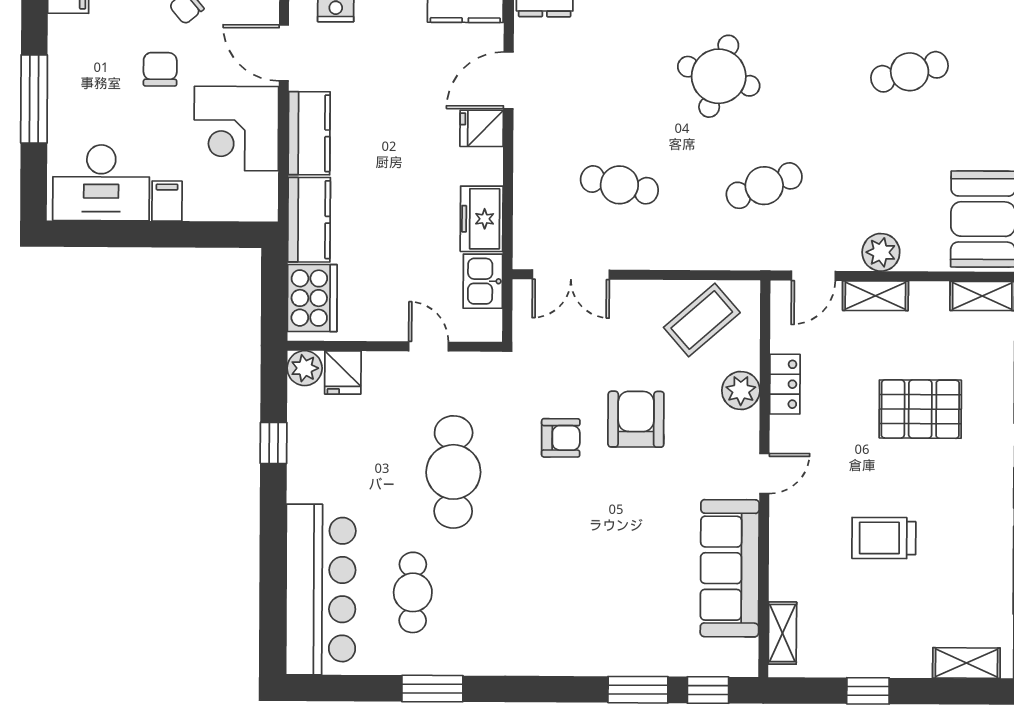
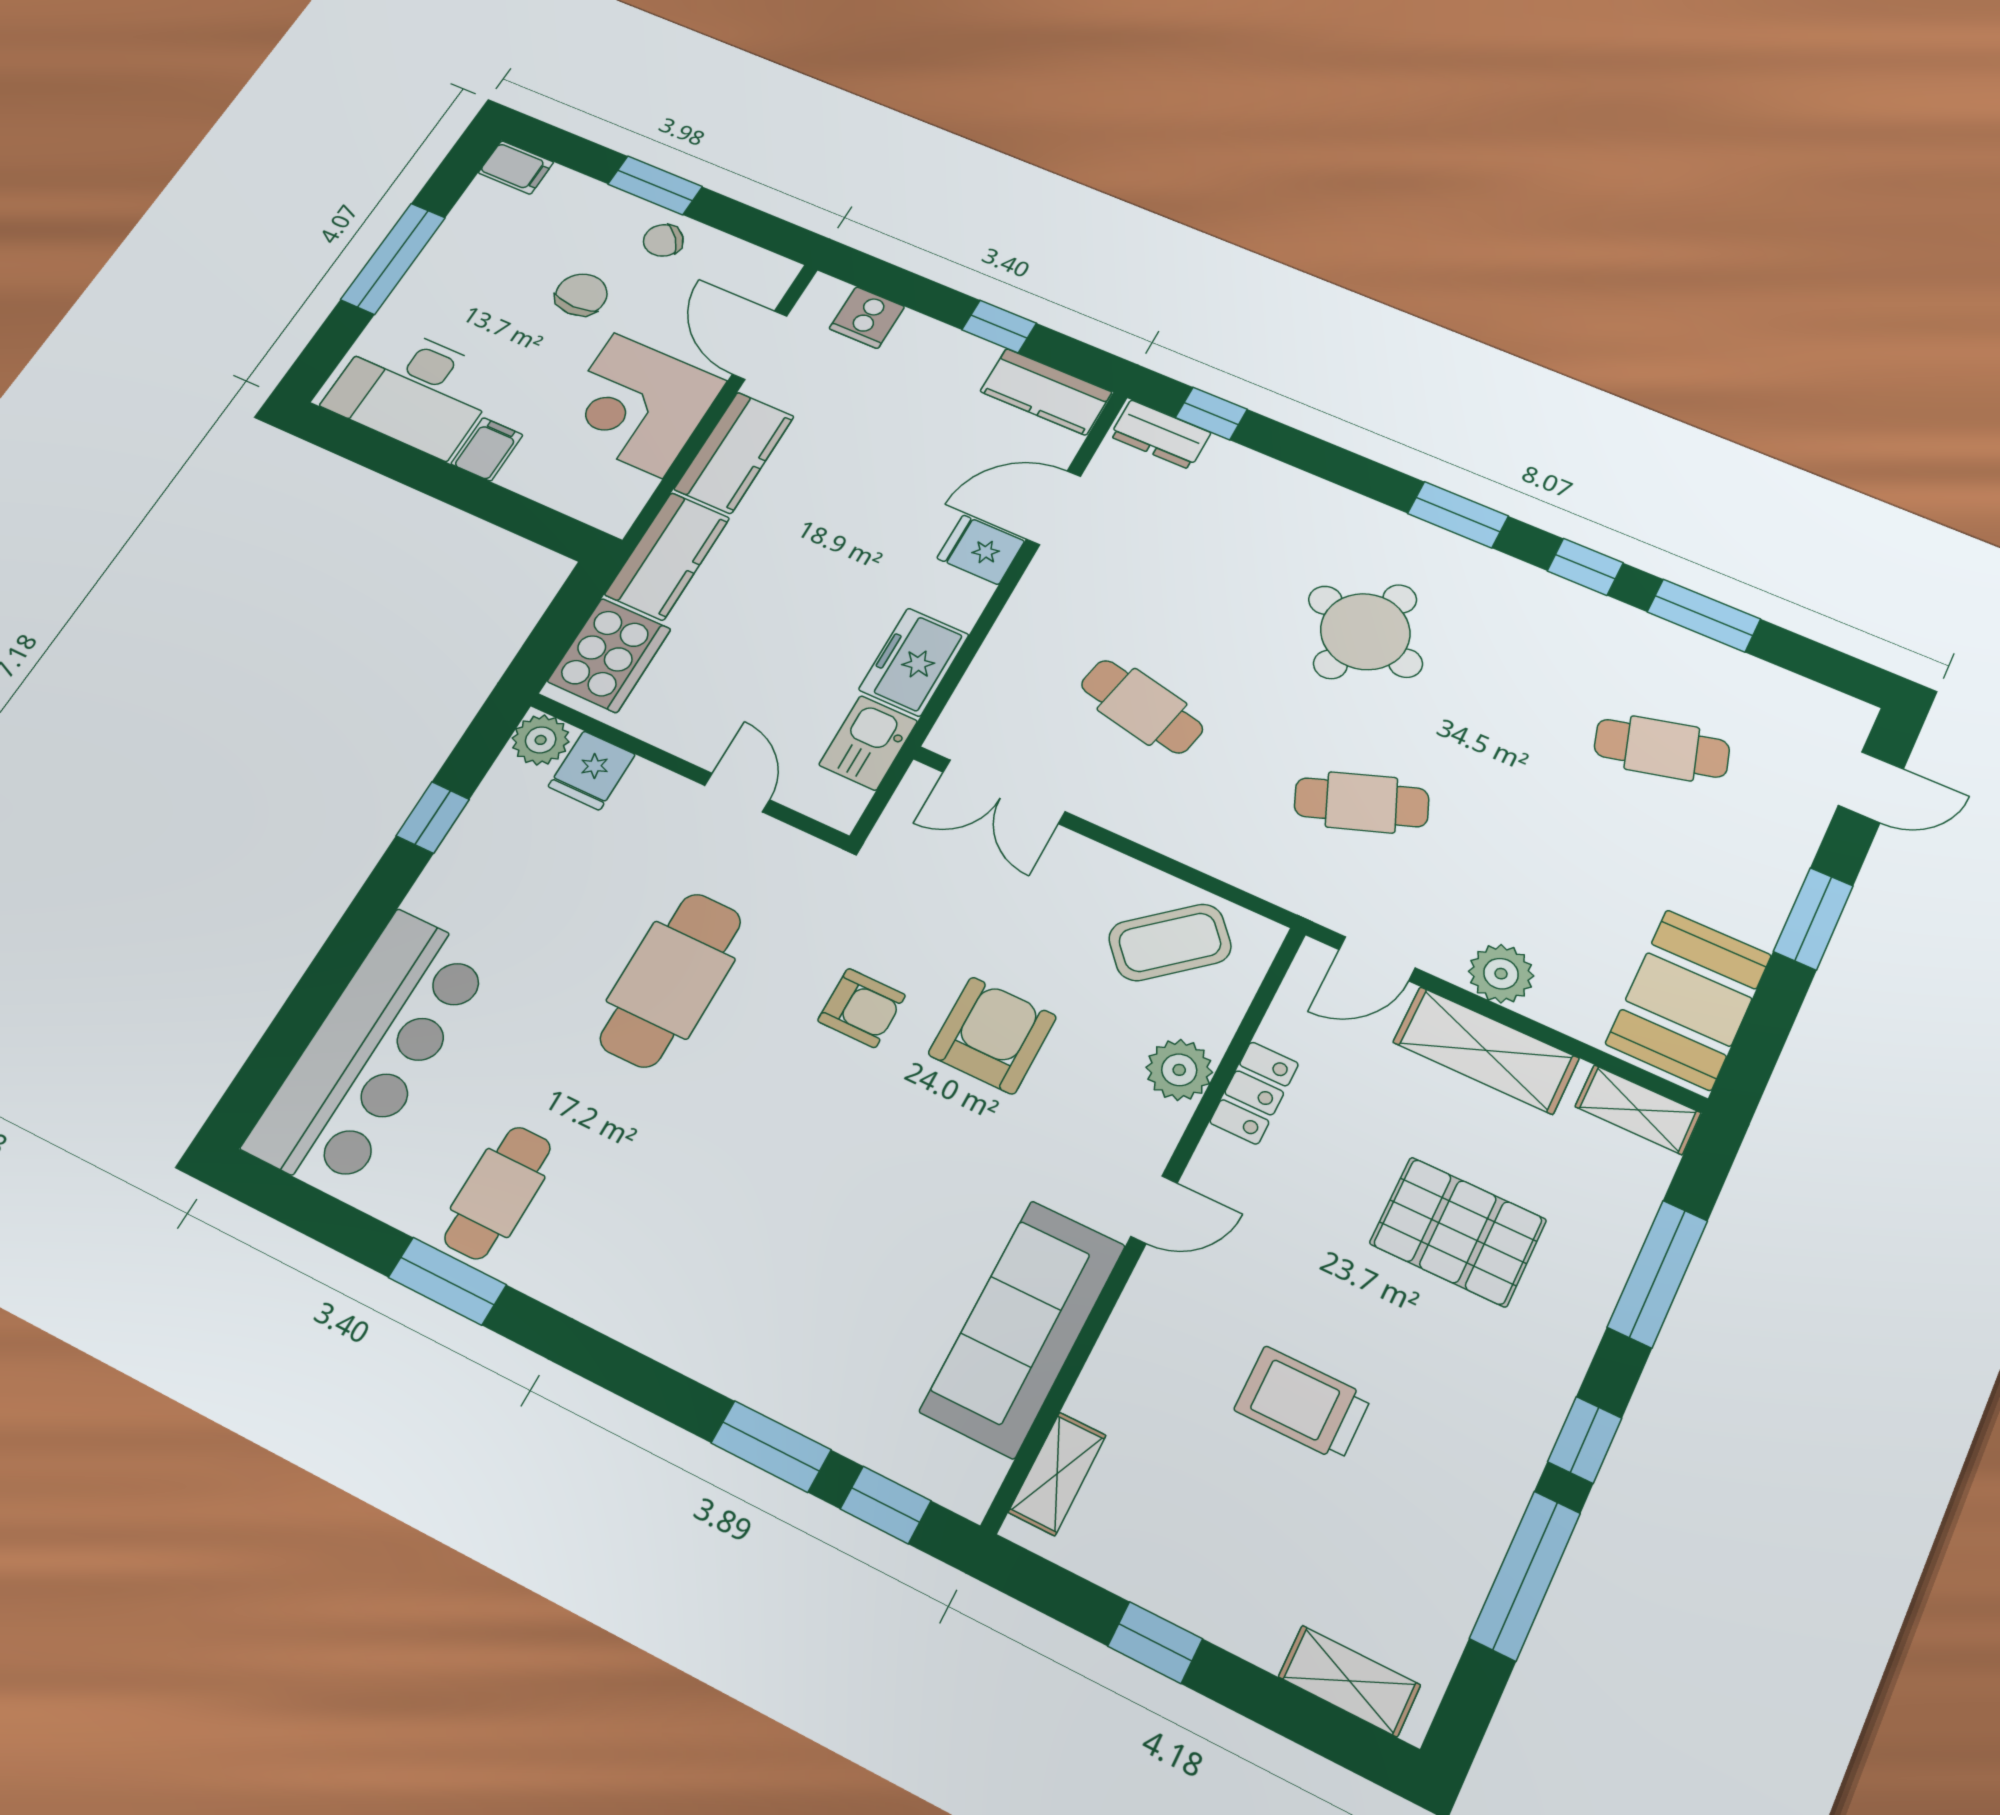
shelving: (875, 296) -> (1486, 1050), width x1.50, depth x1.33
cafe table: (413, 592) -> (498, 1193), moved

